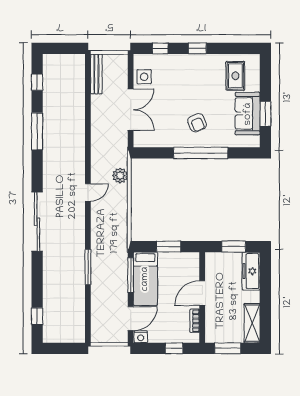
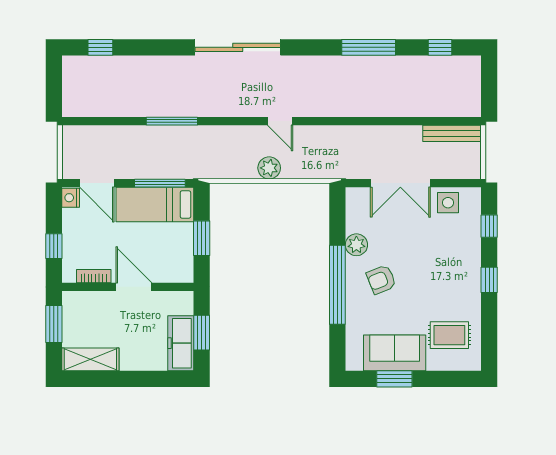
plant: (173, 140) -> (356, 245), added
plant: (120, 176) -> (269, 168), moved
freezer: (251, 271) -> (181, 343), moved, turned -90

